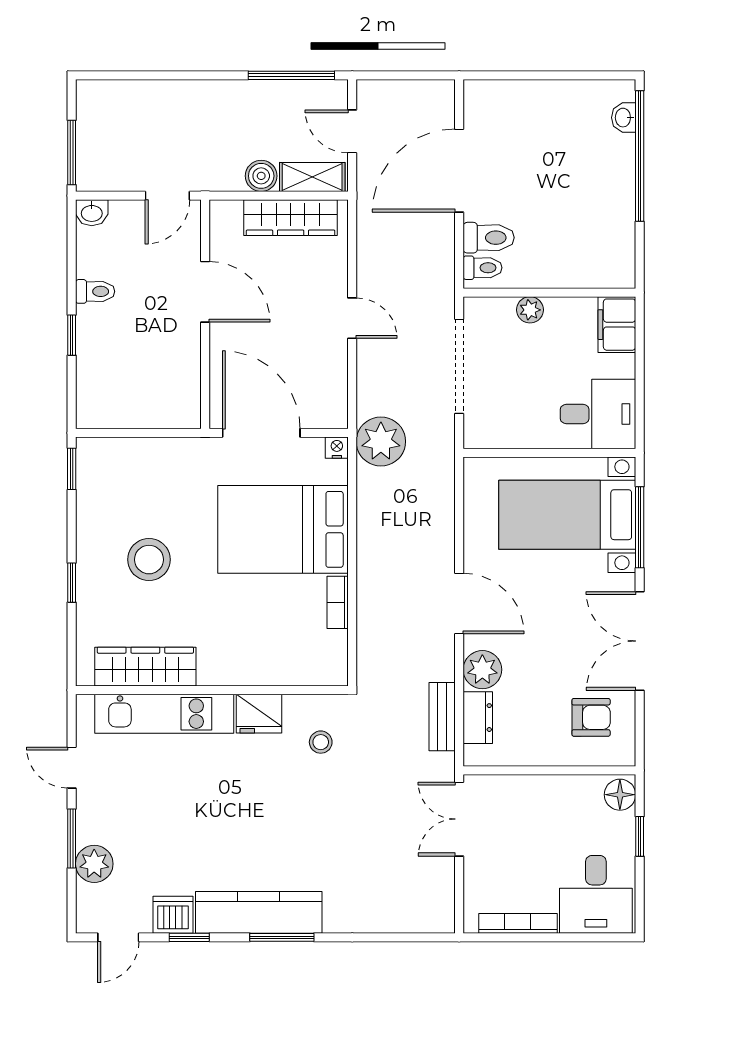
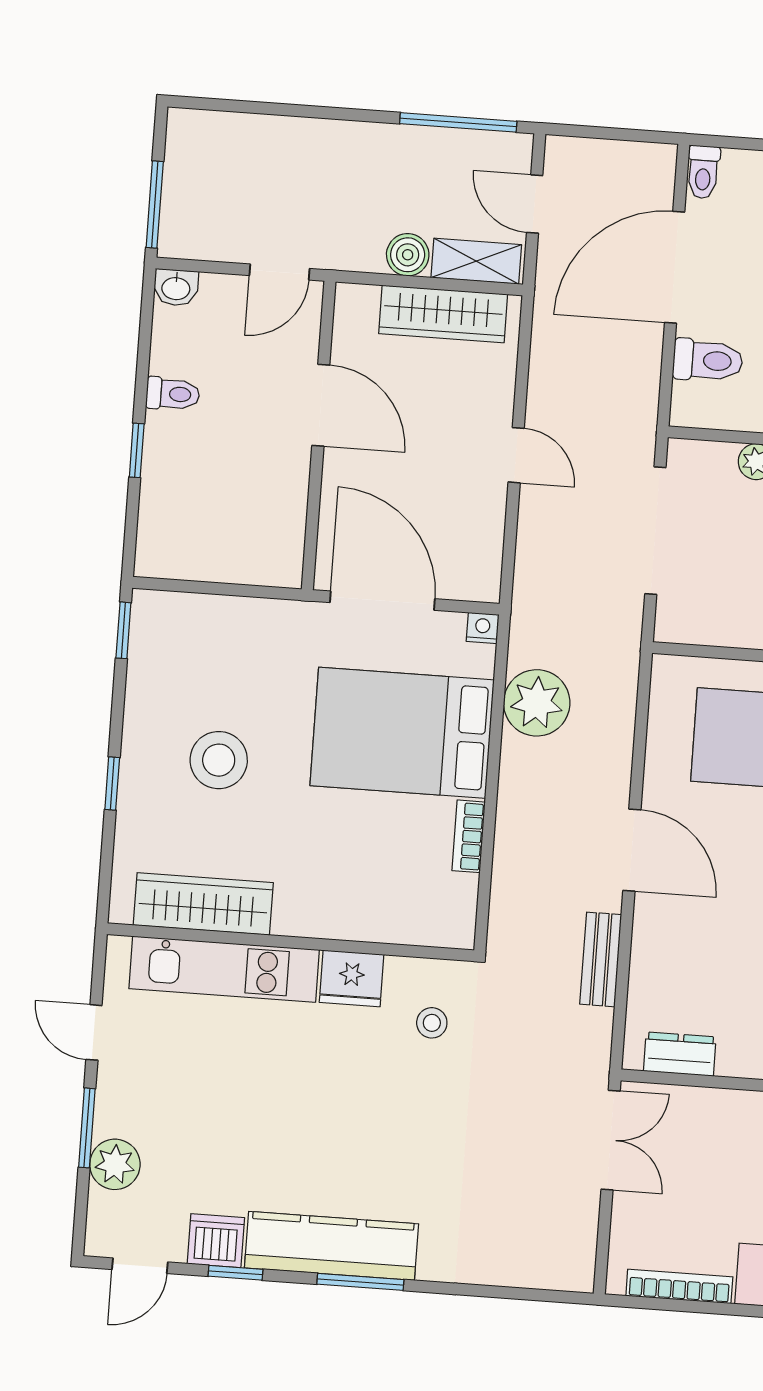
toilet: (483, 268) -> (703, 172), moved, turned 90
plant: (381, 441) -> (537, 703), moved
plant: (482, 670) -> (657, 941), removed
bench: (442, 717) -> (601, 959), moved
dresser: (478, 718) -> (680, 1054), moved, turned -90
double door: (459, 819) -> (611, 1140), swing flipped

